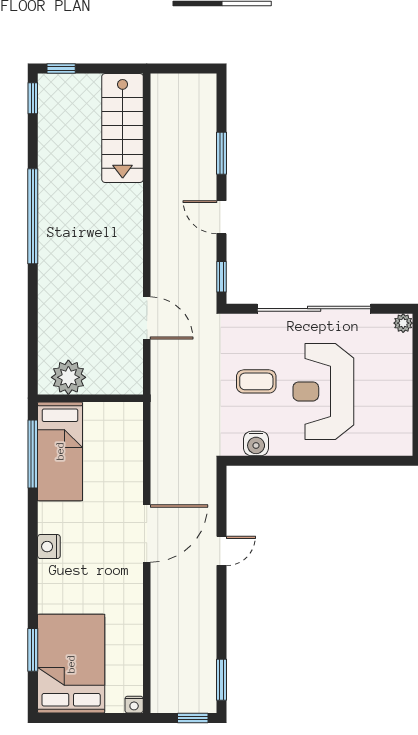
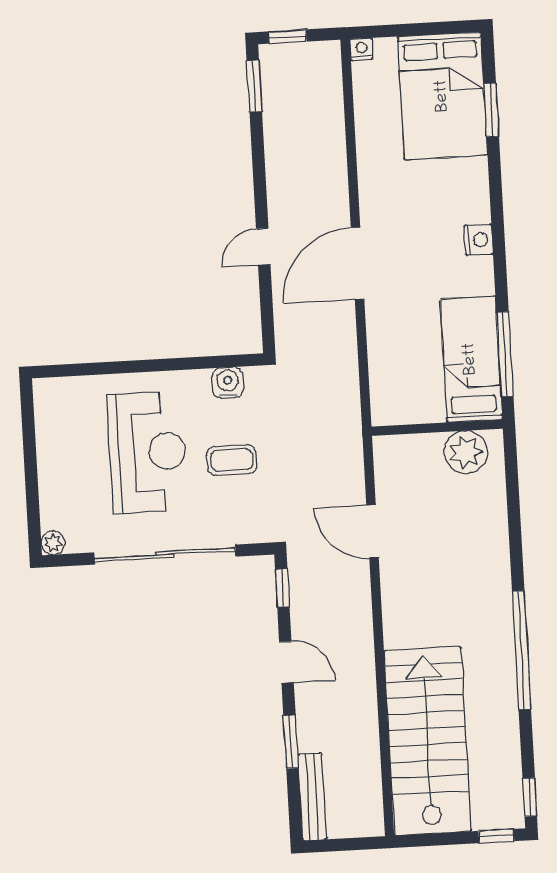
bench: (207, 108) -> (312, 797), added
stairs: (123, 128) -> (428, 741), width x1.36, depth x1.51

